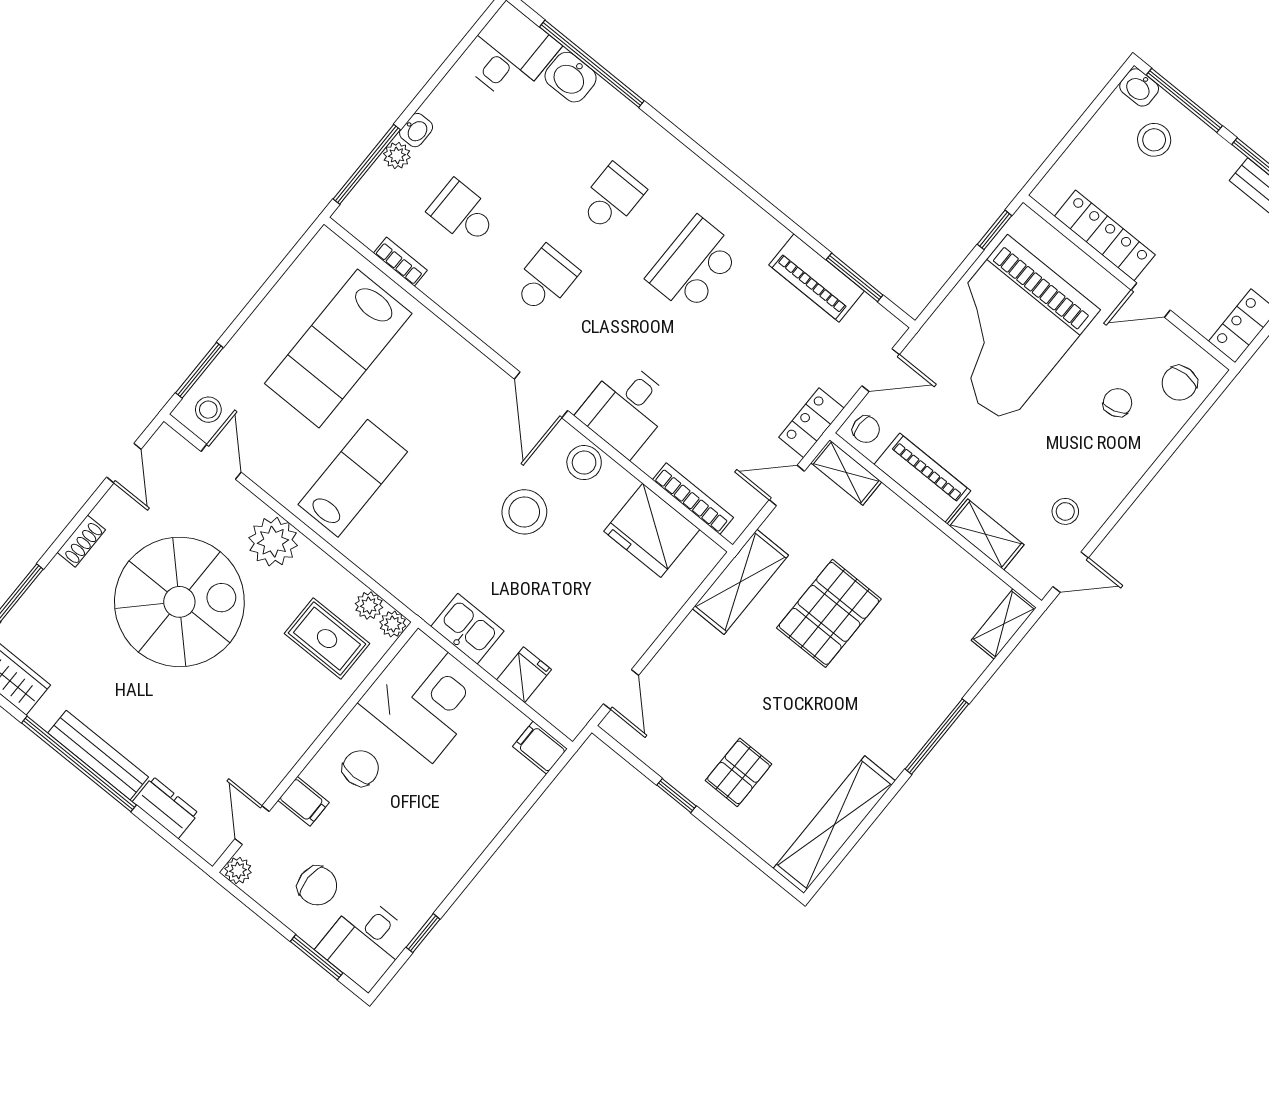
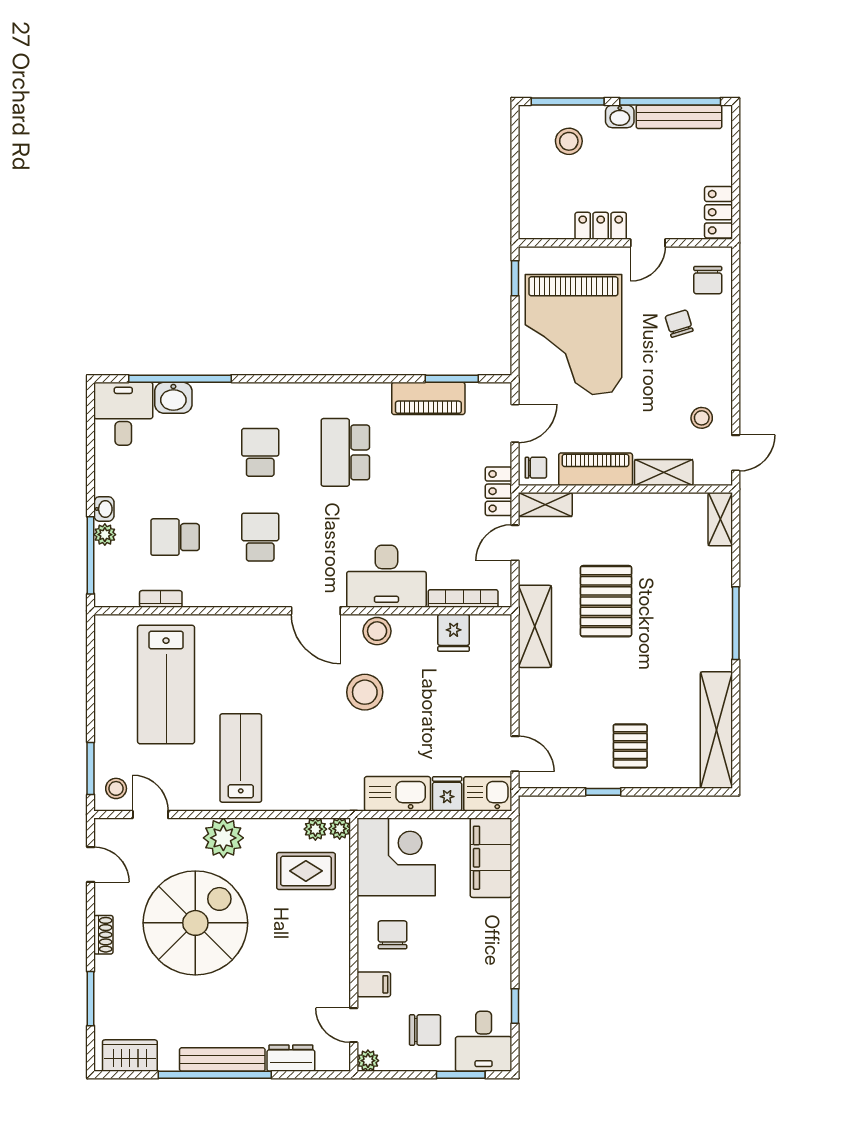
washbasin: (1139, 87) -> (620, 116), moved
locker: (1105, 235) -> (601, 226), width x0.66
desk: (626, 408) -> (386, 576), width x1.37
fridge: (652, 530) -> (454, 633), width x0.53, depth x0.75
kitchen sink: (467, 629) -> (397, 794), width x1.38
kitchen sink: (563, 707) -> (488, 794), added
filing cabinet: (540, 748) -> (491, 858), width x3.00, depth x1.17

